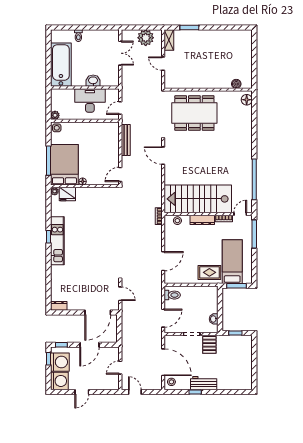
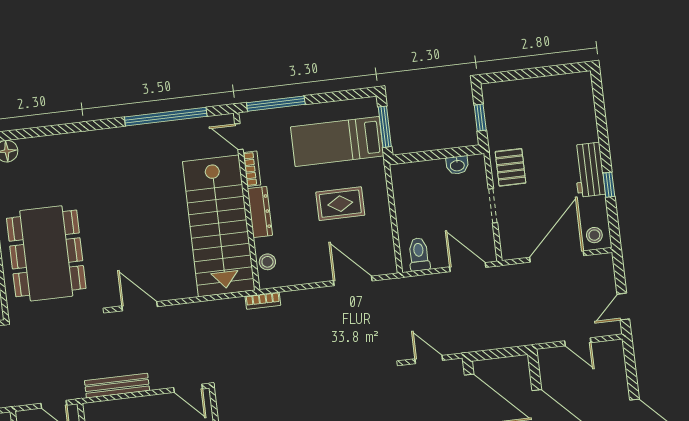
door: (163, 156) -> (140, 306), swing flipped
rug: (209, 272) -> (340, 204), moved, turned 90
door: (120, 294) -> (429, 360), hinge flipped
pallet: (209, 345) -> (510, 167), turned 90

